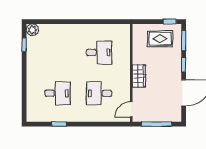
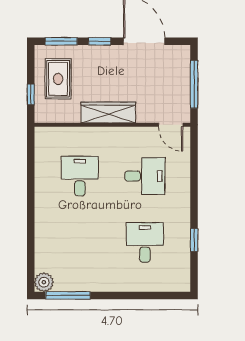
window: (170, 22) -> (31, 94), moved
window: (24, 45) -> (68, 295), width x2.17
wardrobe: (139, 76) -> (108, 112), width x1.50
desk: (99, 93) -> (145, 176), turned -90

